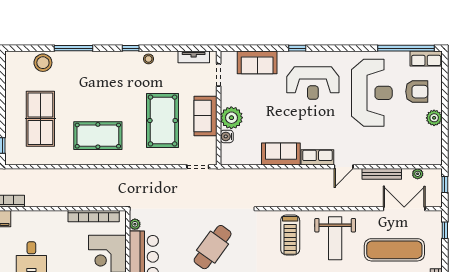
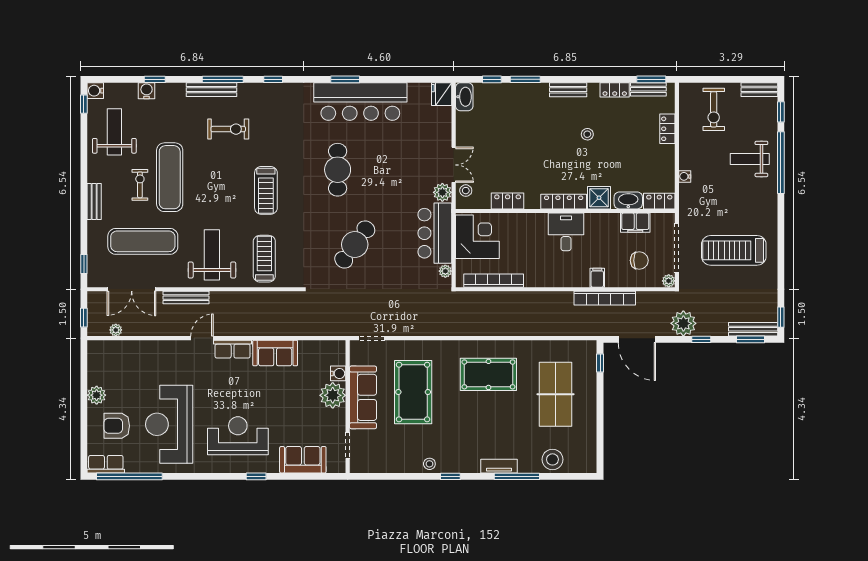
tv unit: (194, 57) -> (499, 466), moved
sofa: (205, 116) -> (363, 397), width x1.36
bench: (382, 174) -> (186, 298), moved

